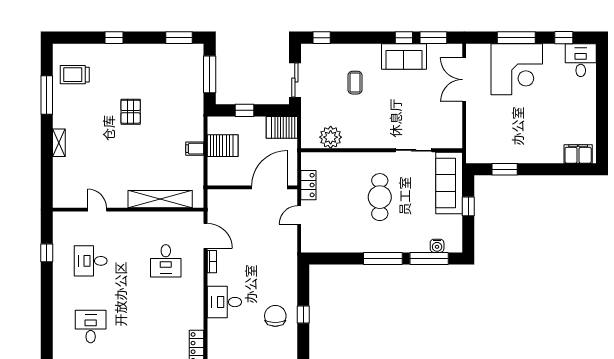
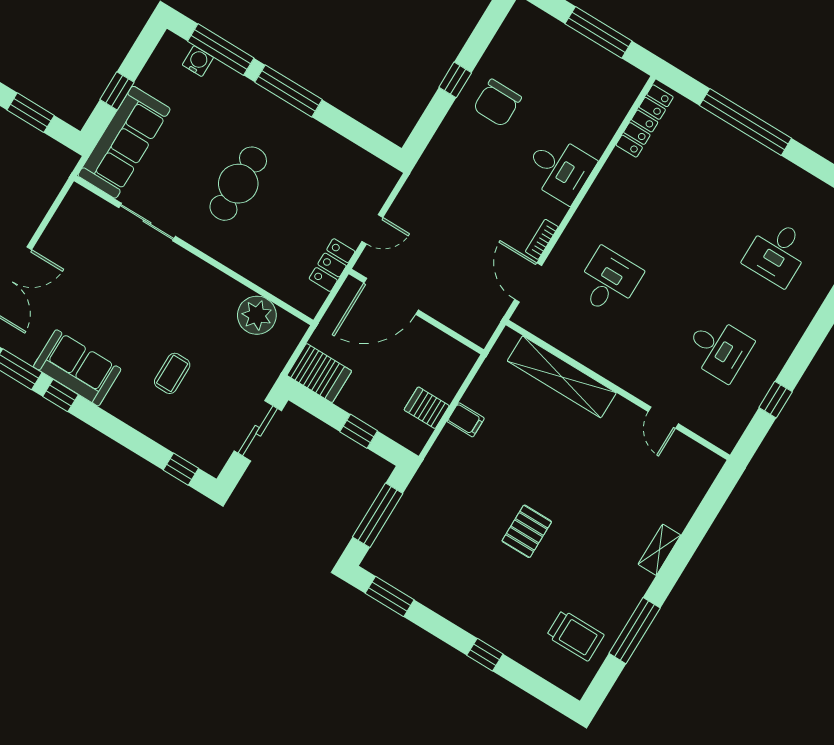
server rack: (223, 146) -> (427, 408), width x0.73, depth x0.70

